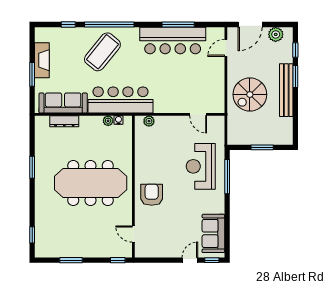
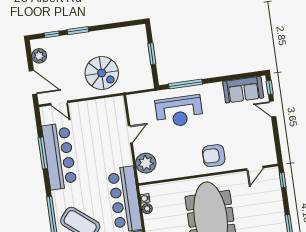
bench: (286, 90) -> (92, 38), removed
door: (198, 114) -> (130, 134), moved
plant: (149, 121) -> (146, 163), width x1.88, depth x1.88

